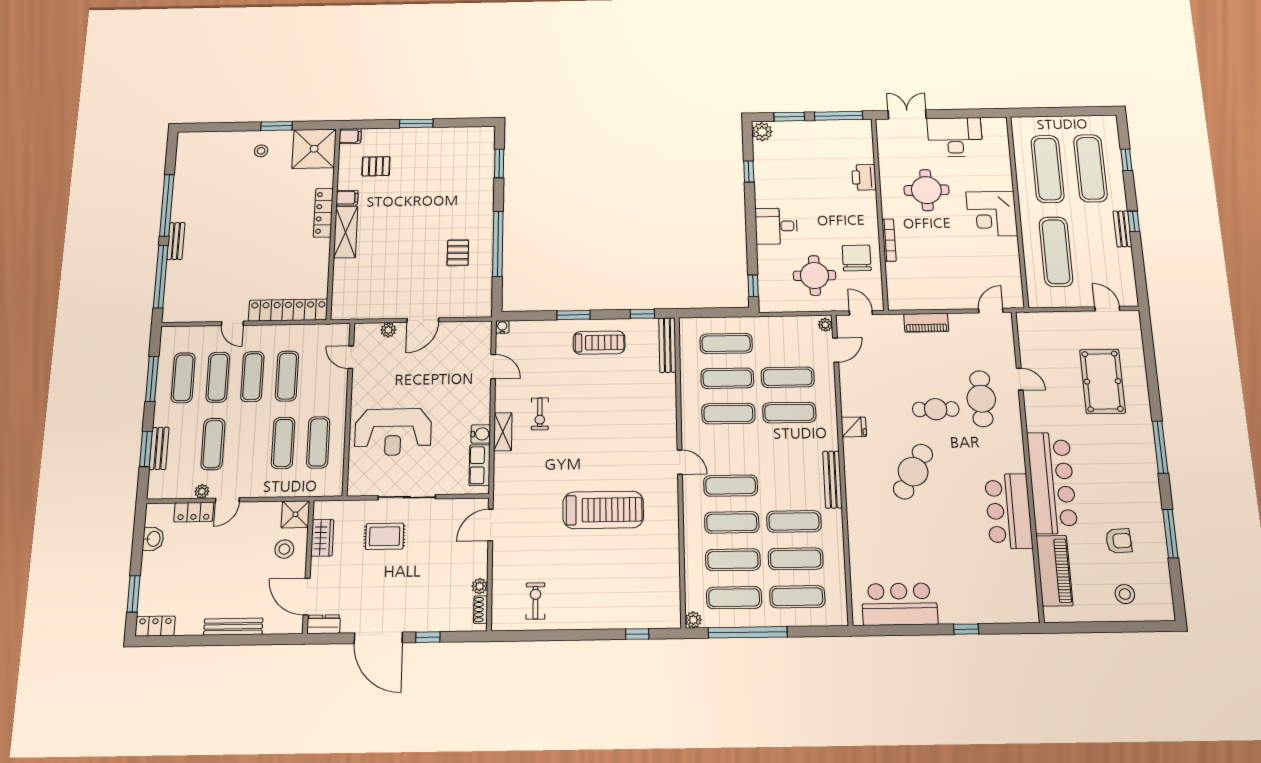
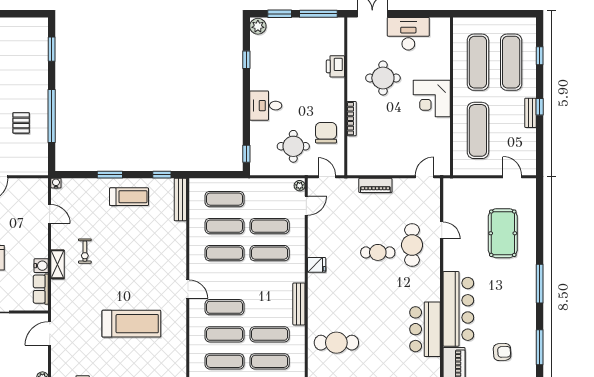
cafe table: (913, 472) -> (336, 343), moved, turned 60

